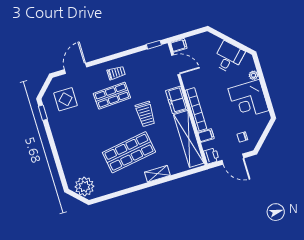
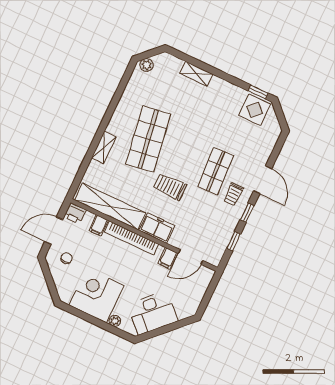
window: (154, 45) -> (234, 241), moved
filing cabinet: (179, 45) -> (168, 258), moved
window: (120, 55) -> (247, 213), added
desk: (229, 57) -> (153, 313), width x1.37
door: (76, 68) -> (263, 180), moved
display table: (66, 99) -> (255, 110), moved
shelving: (65, 159) -> (196, 74), added
plant: (84, 186) -> (146, 65), width x0.53, depth x0.53

